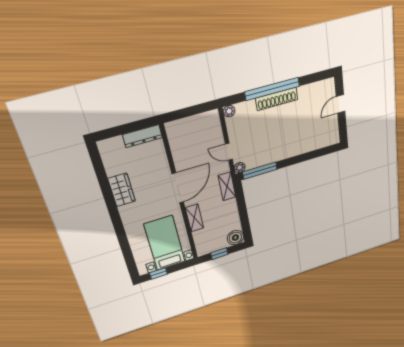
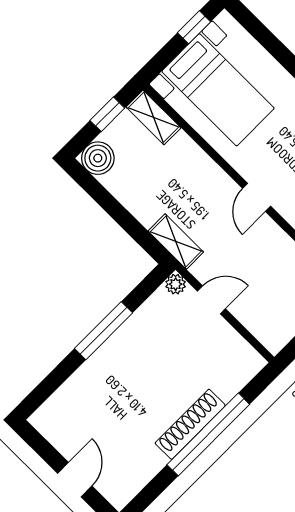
plant: (229, 111) -> (254, 363), removed
window: (260, 171) -> (103, 331), moved
door: (178, 188) -> (257, 197), width x0.53
shelving: (194, 218) -> (154, 117), moved

